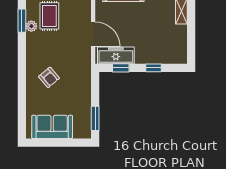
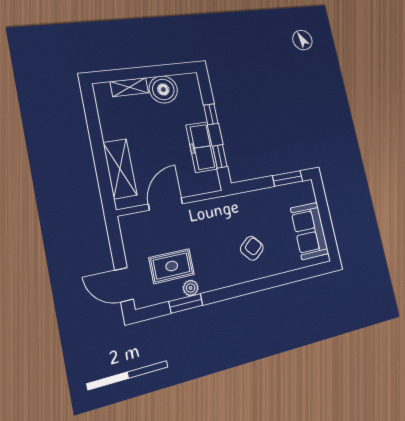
door: (93, 34) -> (166, 204), moved
boiler: (177, 36) -> (163, 89), added
freezer: (116, 55) -> (202, 147), moved

